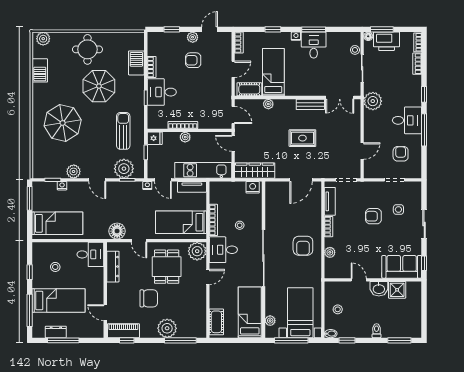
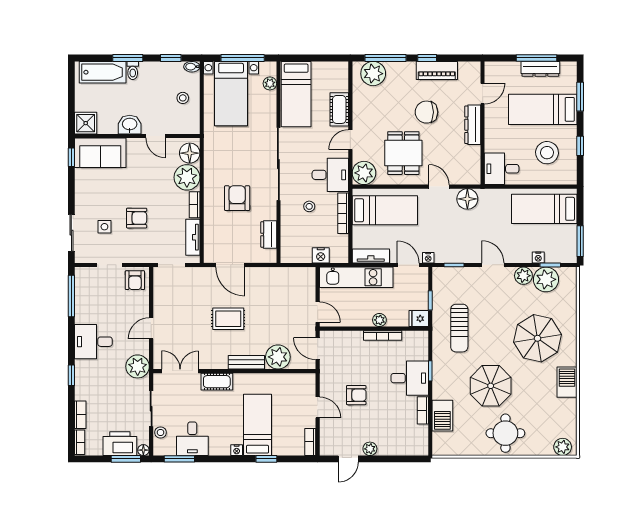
window: (172, 29) -> (397, 459), removed
window: (314, 29) -> (179, 459), moved
desk: (314, 45) -> (192, 439), moved
armchair: (193, 60) -> (356, 395), moved
door: (233, 69) -> (318, 407), swing flipped
barbecue: (40, 70) -> (567, 382), moved
bed: (273, 72) -> (258, 425), moved, turned 180
cot: (249, 89) -> (217, 382), moved
plant: (268, 104) -> (278, 357), width x1.87, depth x1.87
bench: (310, 104) -> (246, 362), moved
window: (424, 130) -> (71, 296), moved
door: (362, 151) -> (151, 328), moved
armchair: (401, 154) -> (135, 280), moved
plant: (124, 169) -> (546, 279), moved
wardrobe: (255, 171) -> (290, 277), removed
door: (301, 180) -> (230, 265), swing flipped
nightstand: (253, 187) -> (321, 255), moved
dresser: (271, 203) -> (269, 235), added
sliding door: (424, 224) -> (71, 233), moved
armchair: (303, 246) -> (237, 198), moved
plant: (330, 252) -> (187, 177), width x1.88, depth x1.88
stool: (55, 267) -> (547, 153), width x1.89, depth x1.89
dresser: (113, 267) -> (473, 125), moved
floor lamp: (332, 267) -> (190, 153), added
shower: (397, 290) -> (86, 123), moved
window: (30, 310) -> (580, 97), width x0.69
door: (105, 313) -> (483, 94), hinge flipped
cot: (216, 322) -> (339, 109), moved
plant: (167, 328) -> (373, 74), moved
bathtub: (400, 329) -> (103, 72), added
piano: (123, 331) -> (437, 70), moved
dresser: (56, 332) -> (540, 69), width x1.44
window: (127, 340) -> (427, 58), moved
window: (399, 340) -> (128, 58), moved

